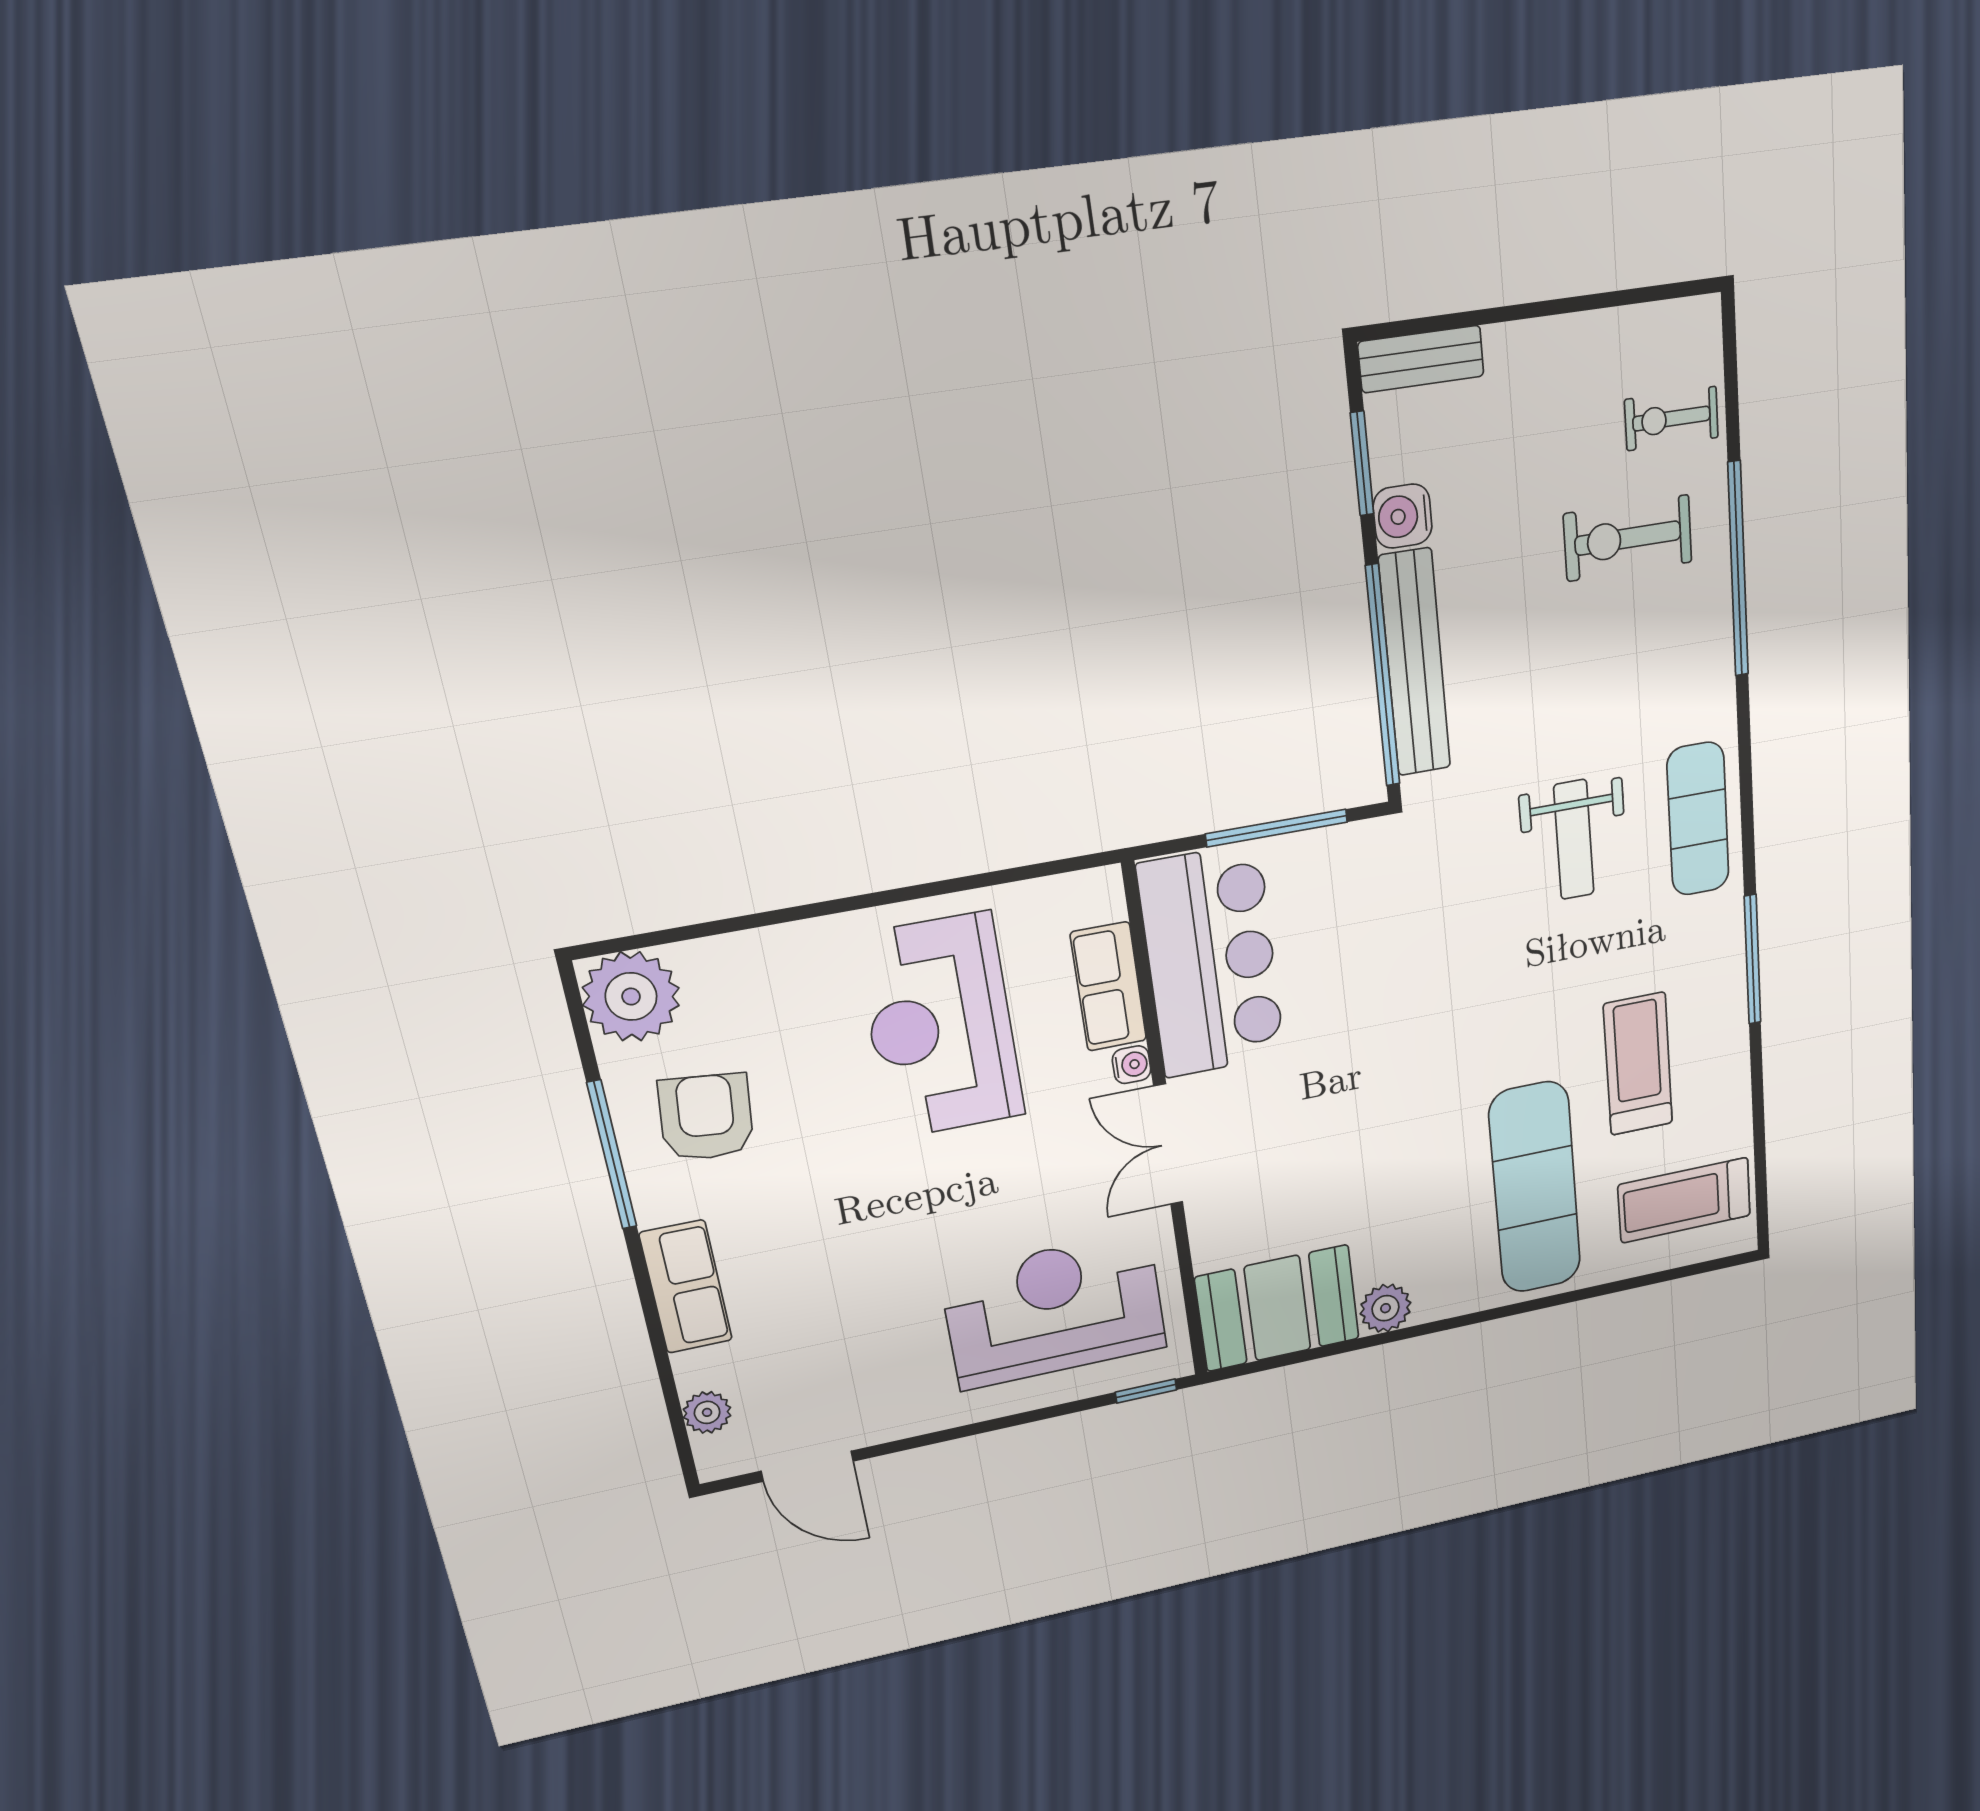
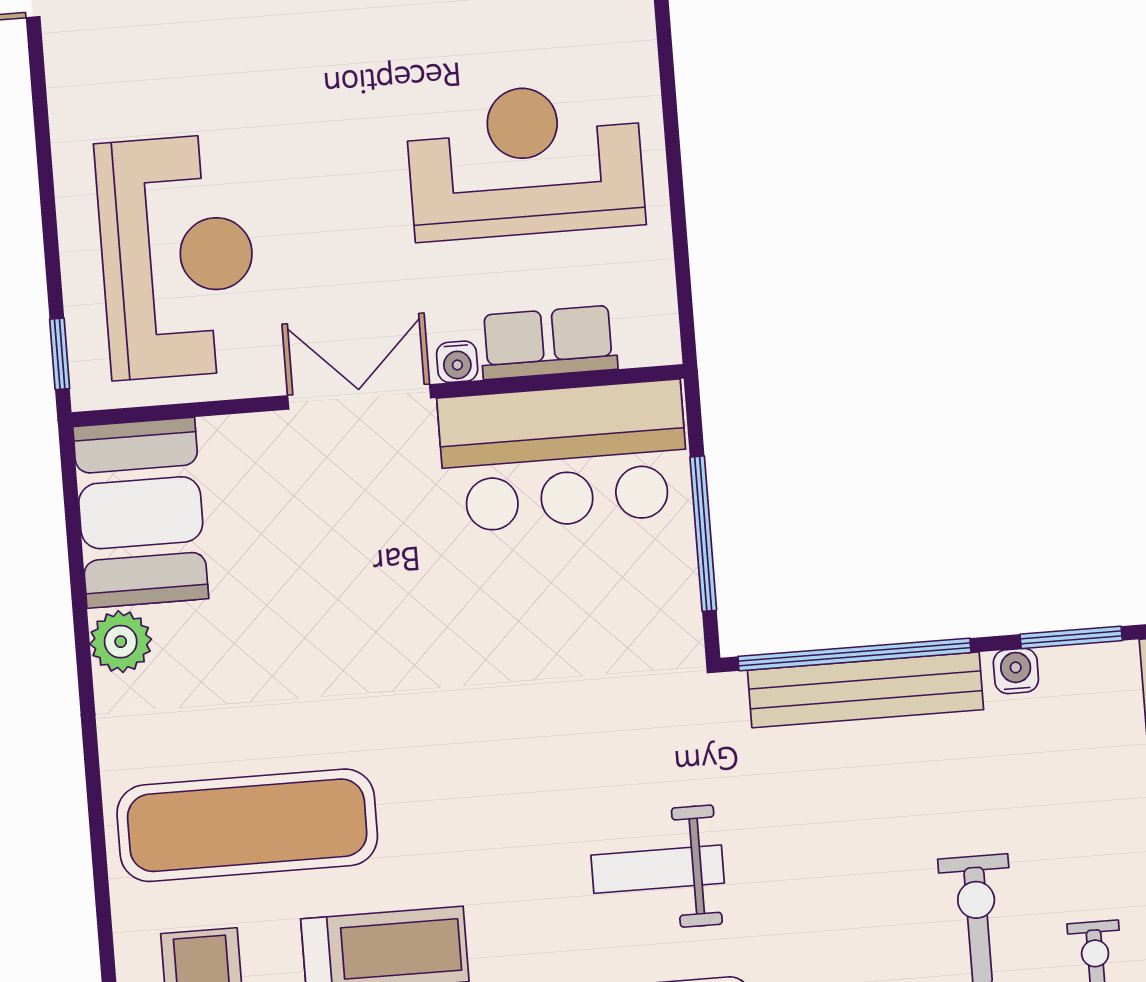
water cooler: (1403, 516) -> (1016, 671), width x0.72, depth x0.72

